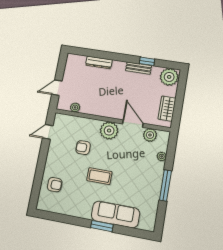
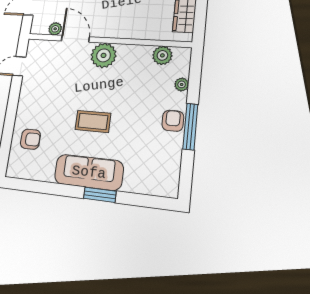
door: (133, 124) -> (75, 39), moved
armchair: (83, 148) -> (173, 121), moved, turned 90
sofa: (115, 214) -> (89, 172), moved

